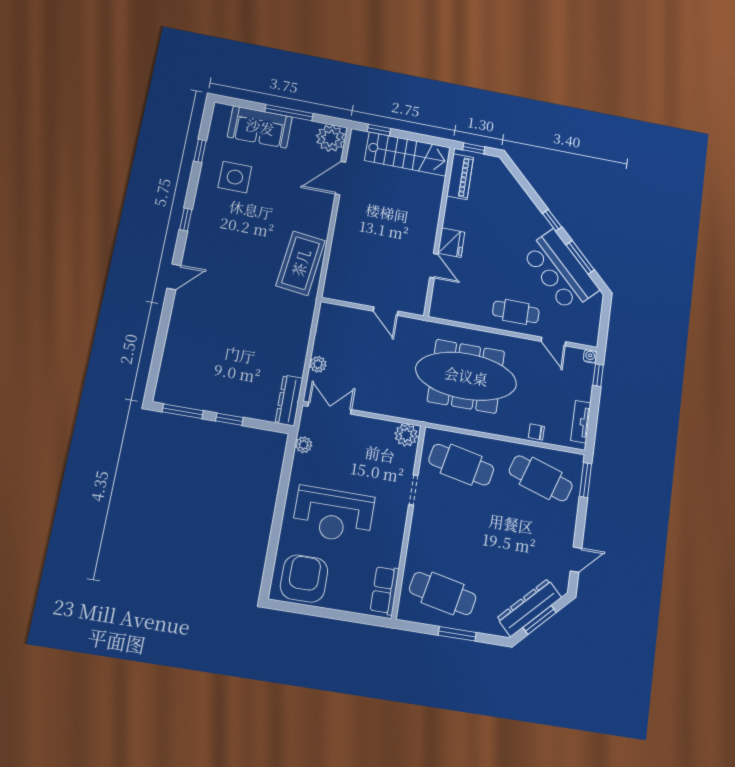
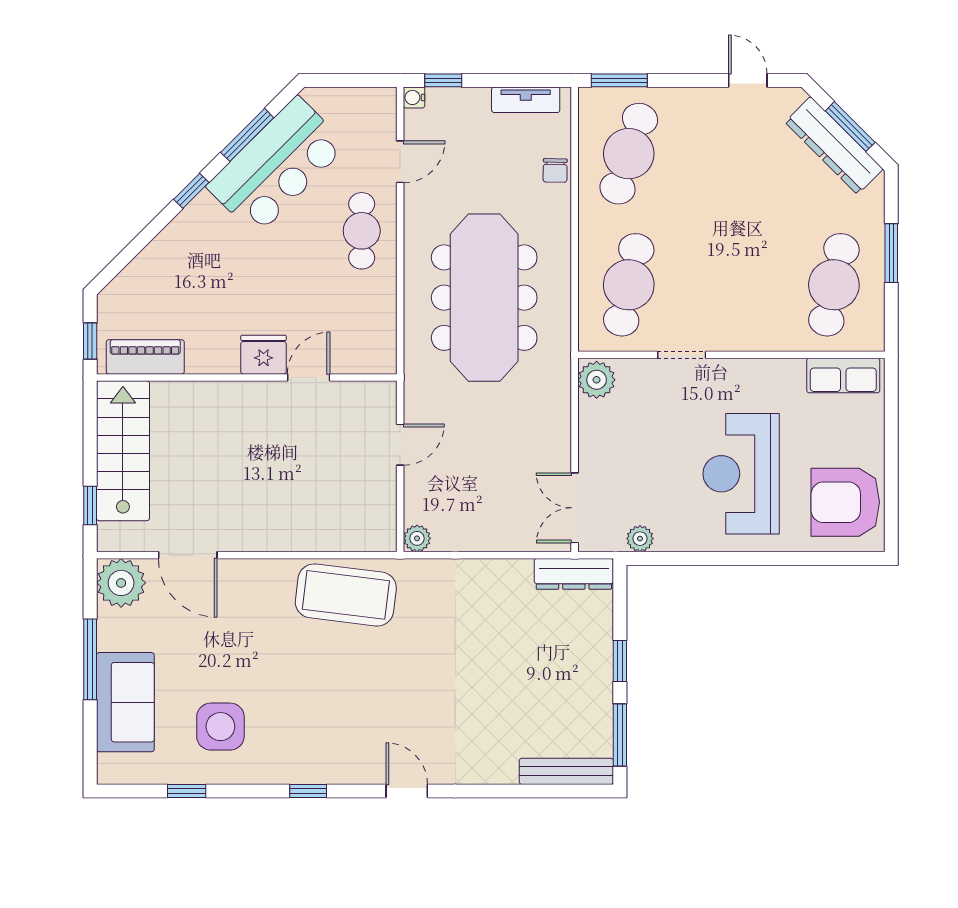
plant: (318, 364) -> (417, 538), moved
bench: (166, 374) -> (566, 771), added
reception desk: (333, 515) -> (741, 474), turned 180

